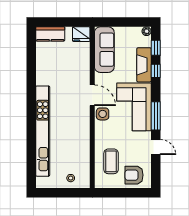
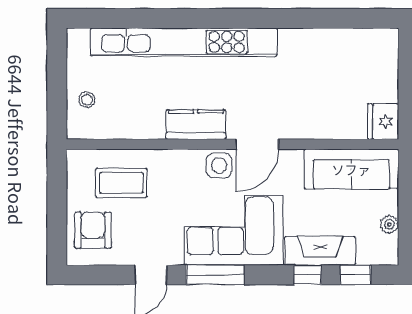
plant: (147, 31) -> (389, 224), moved
kitchen counter: (50, 34) -> (196, 125), moved, turned 90

